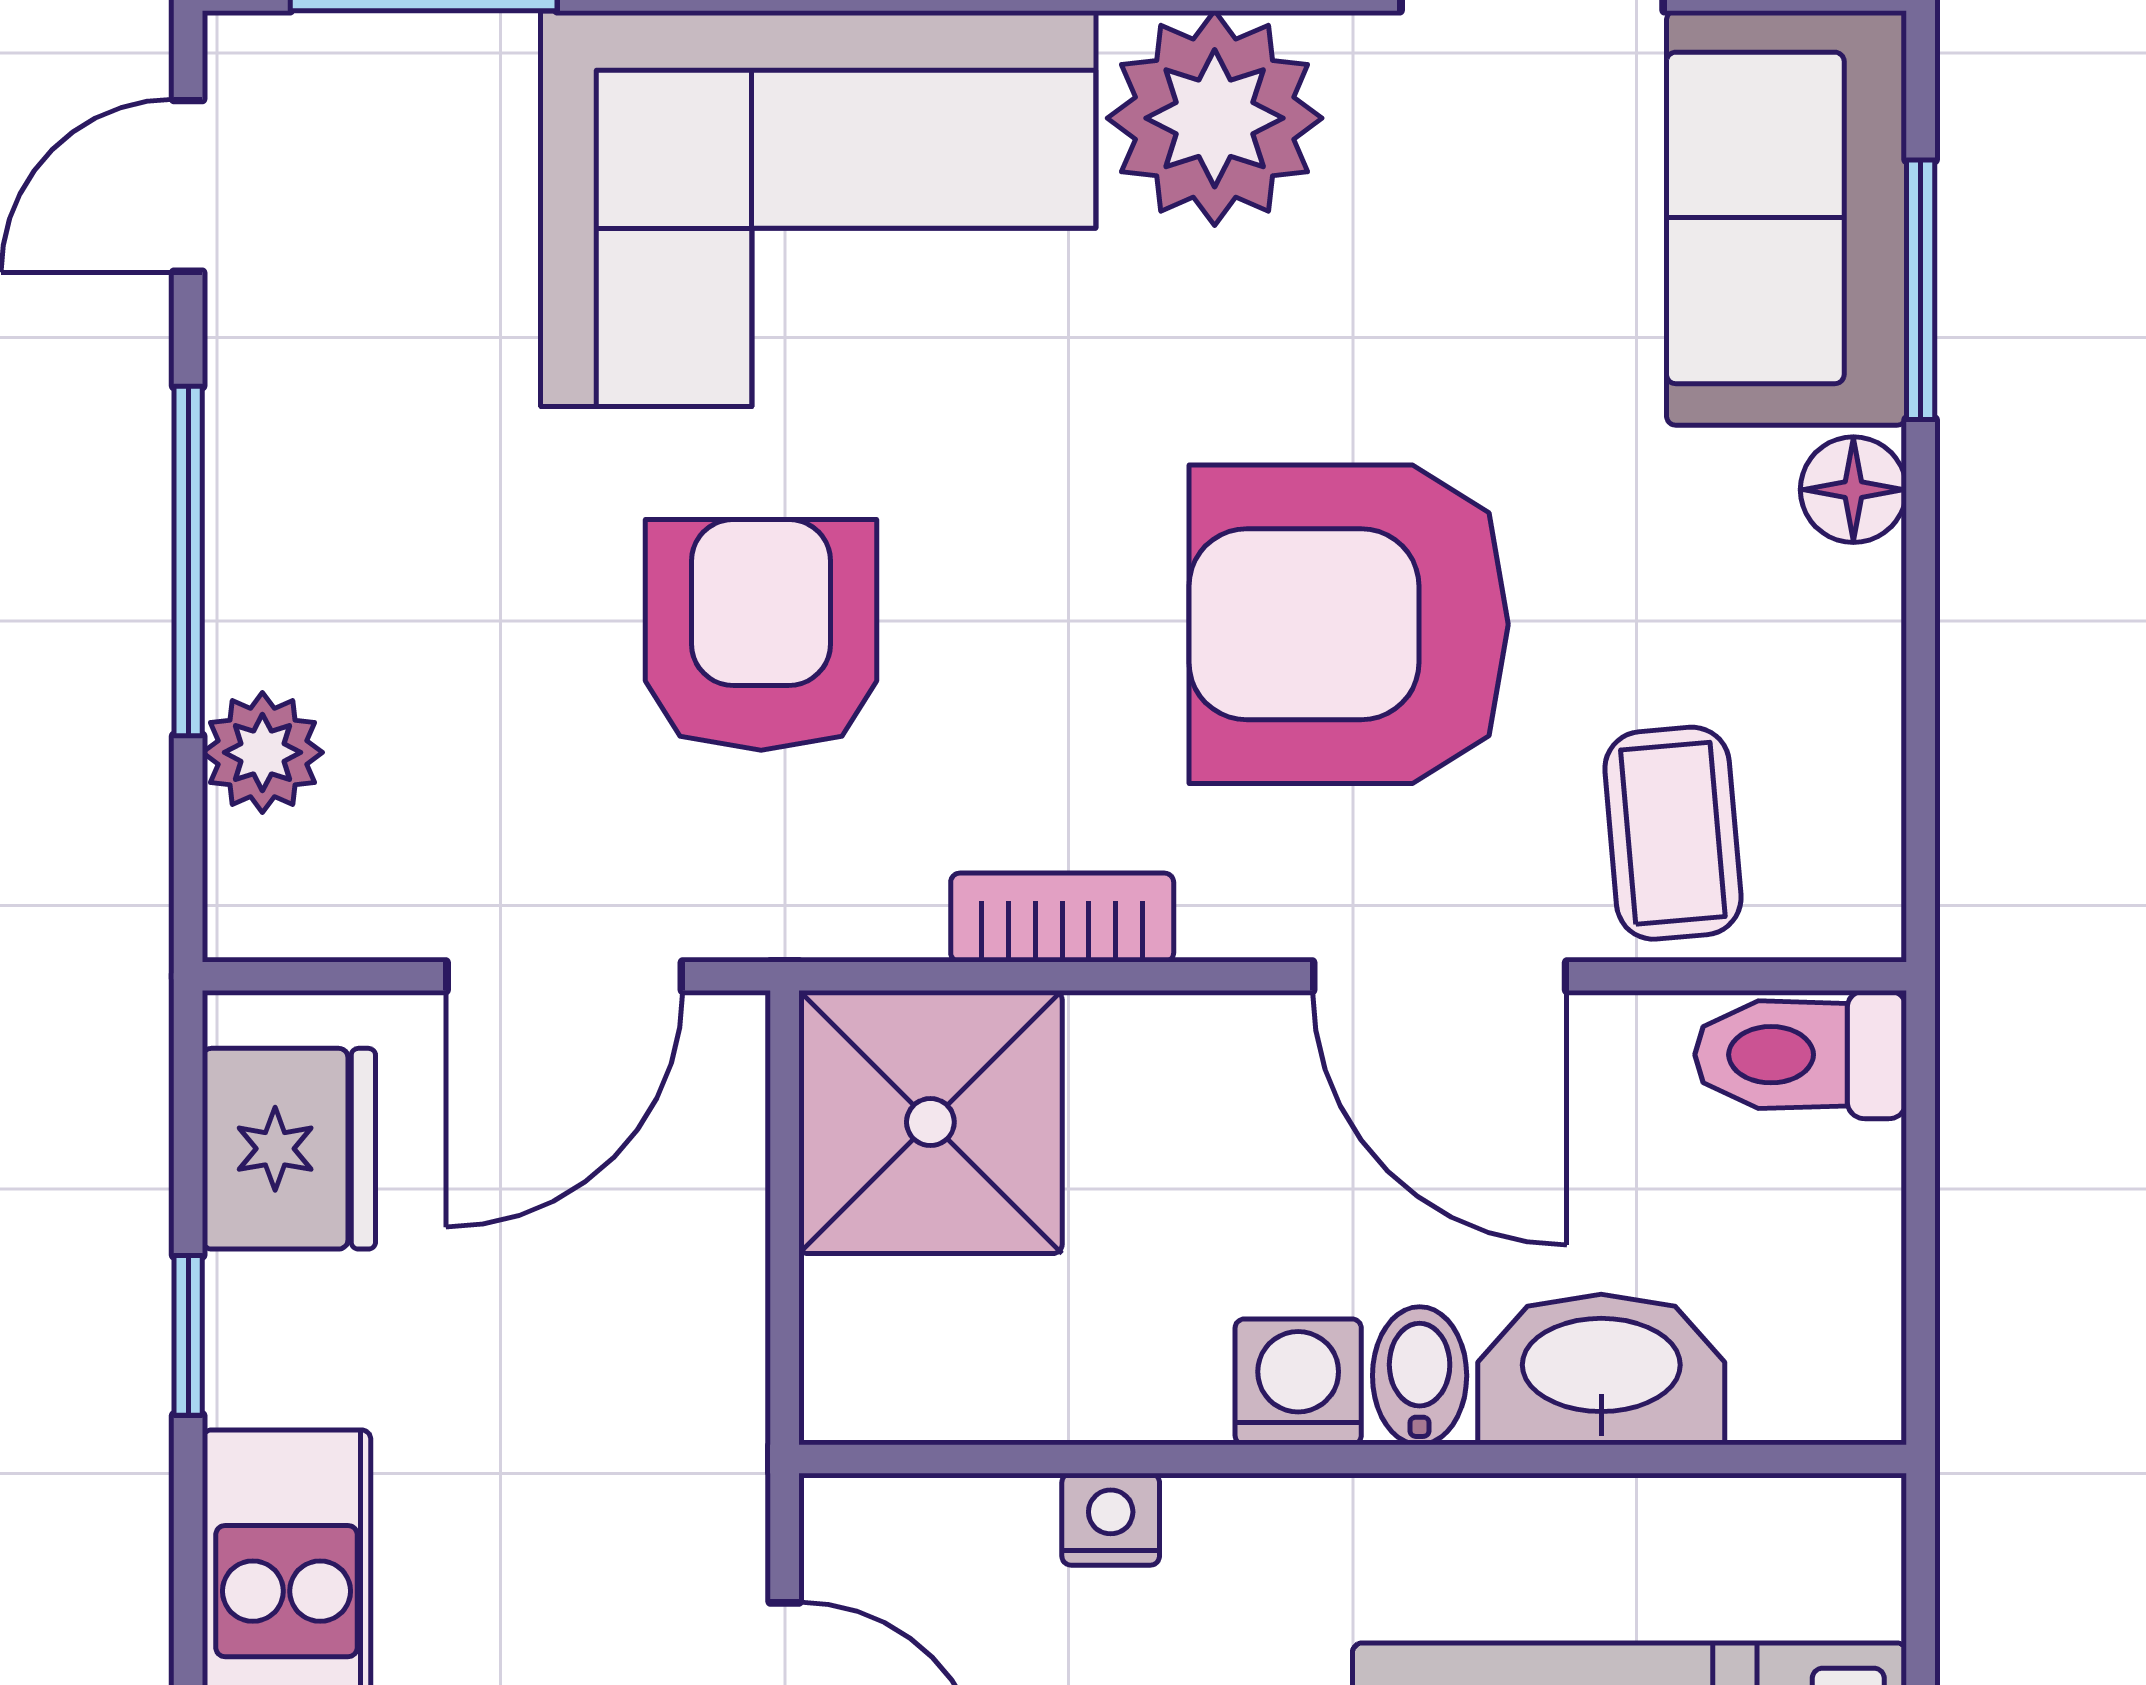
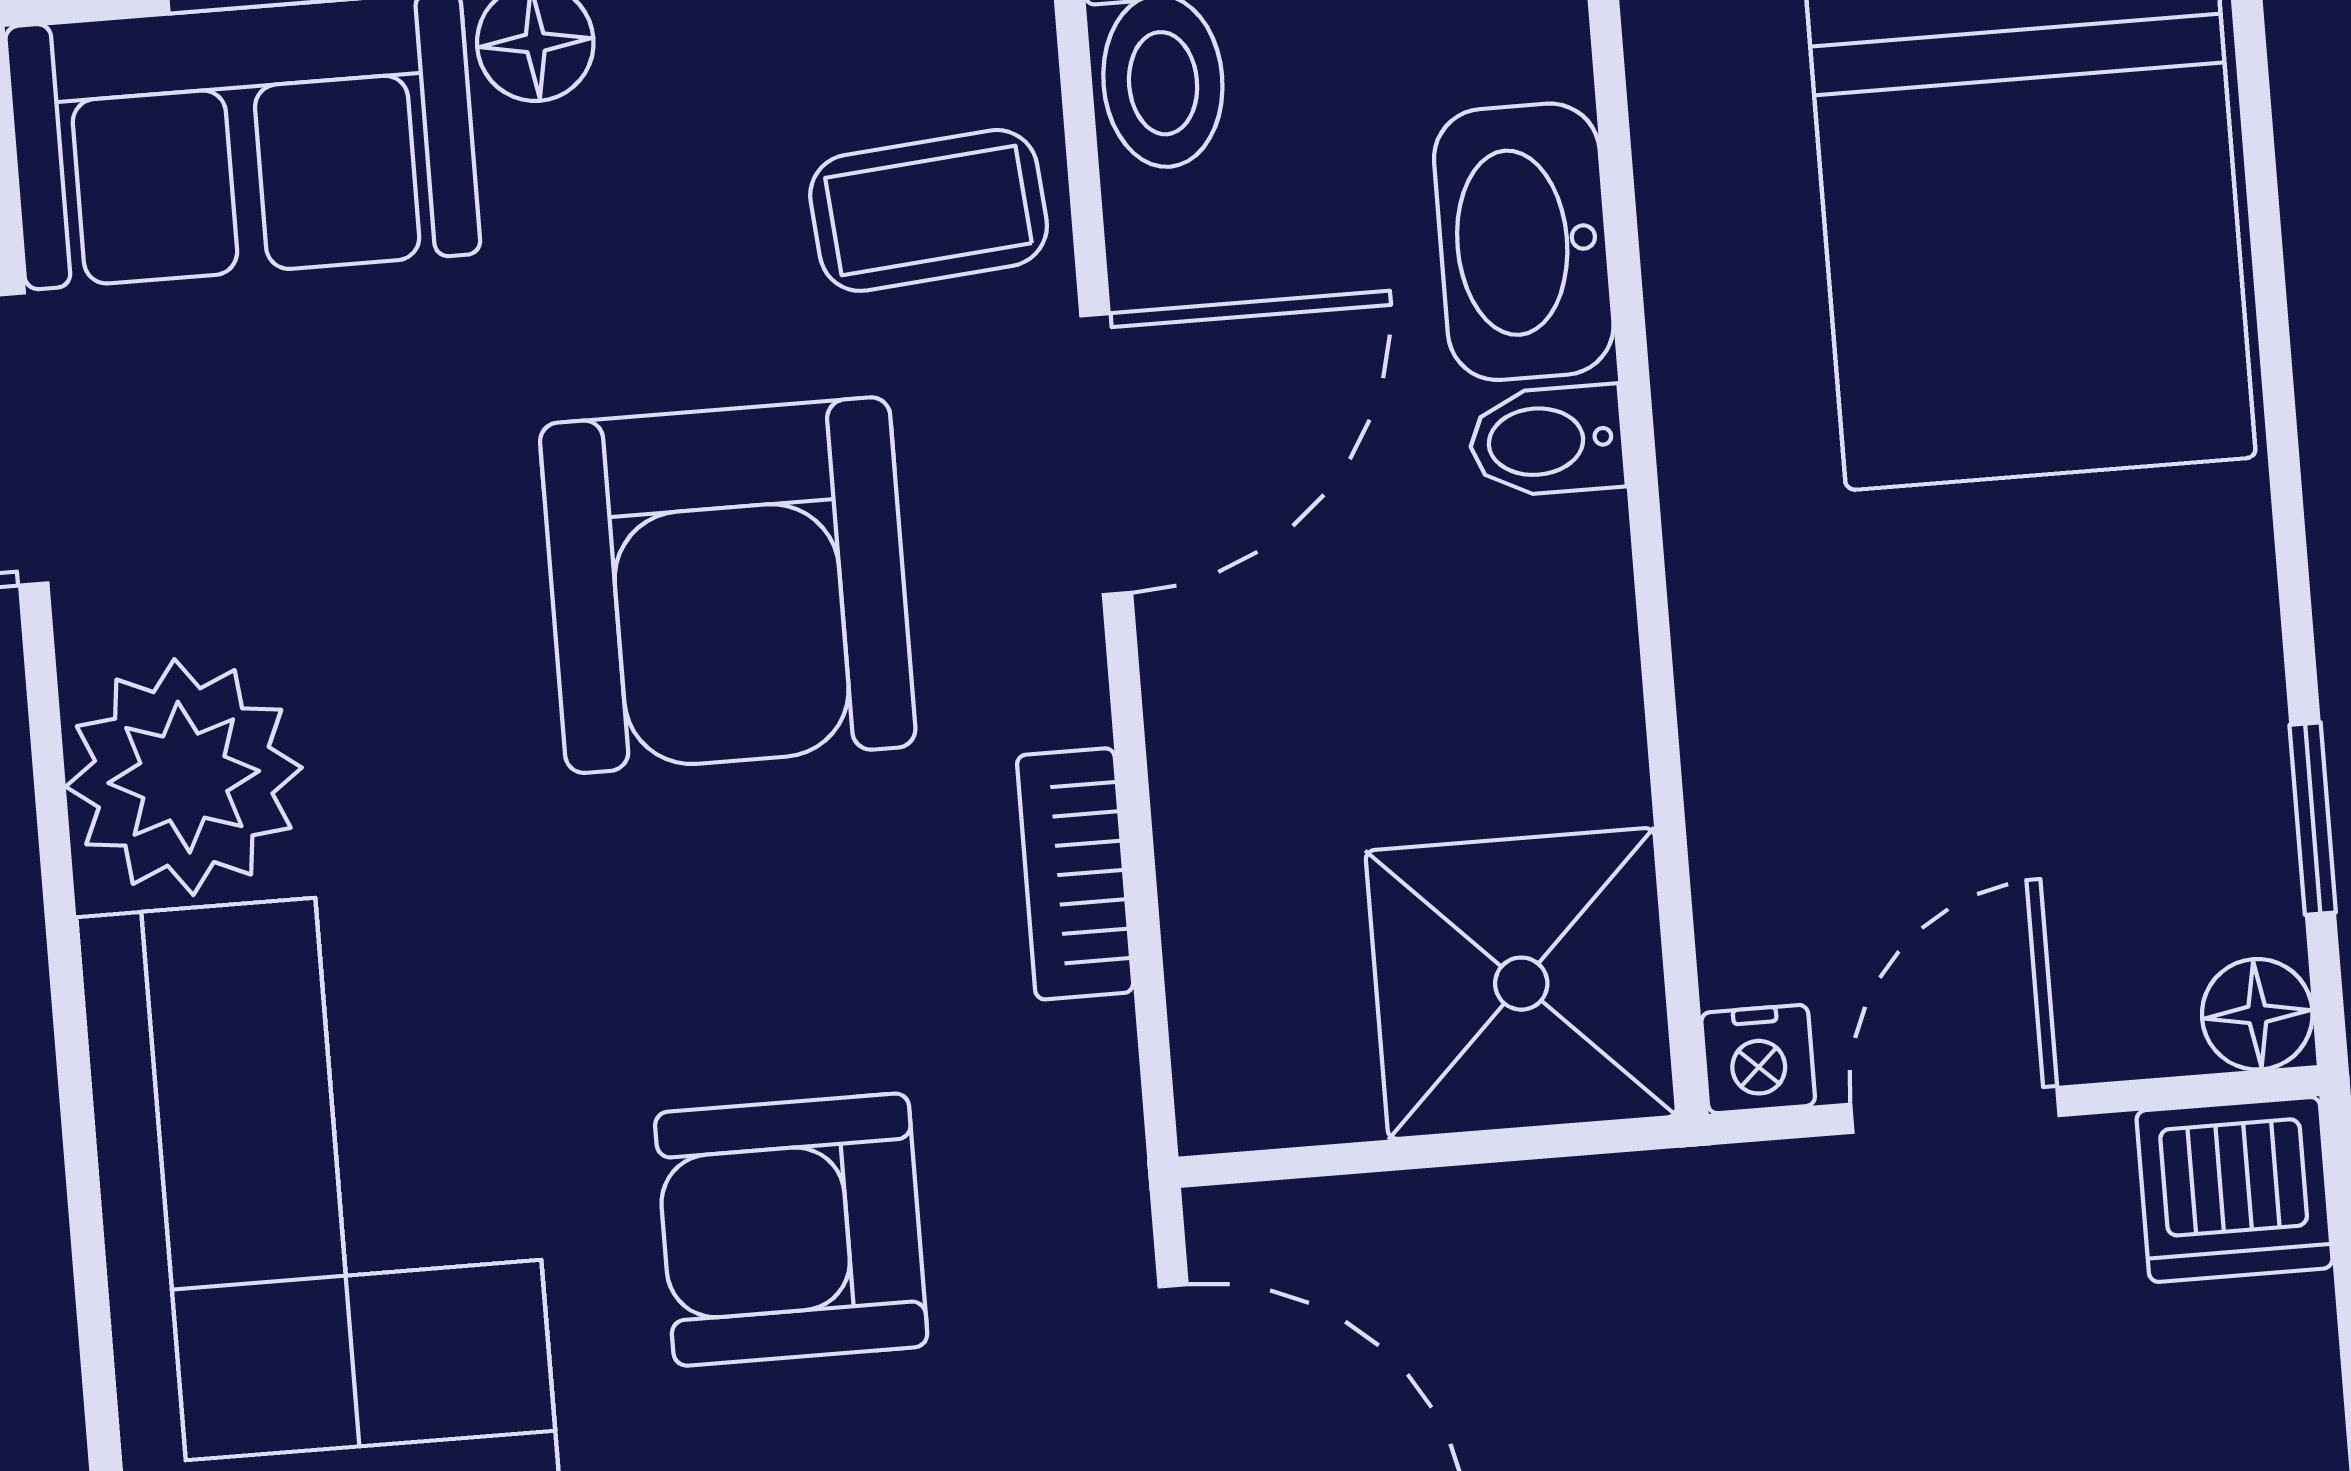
shower: (930, 1122) -> (1521, 984), moved
washing machine: (1298, 1382) -> (1564, 574), removed
nightstand: (1111, 1519) -> (1758, 1059), moved, turned -90

